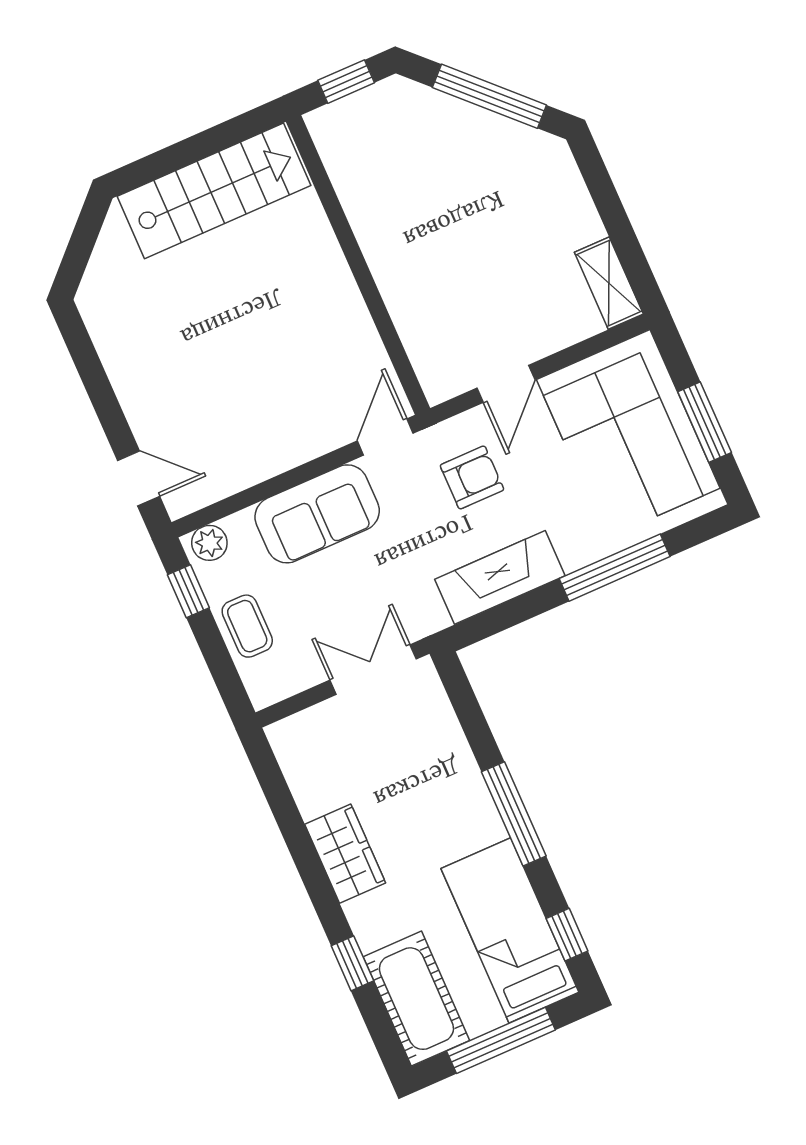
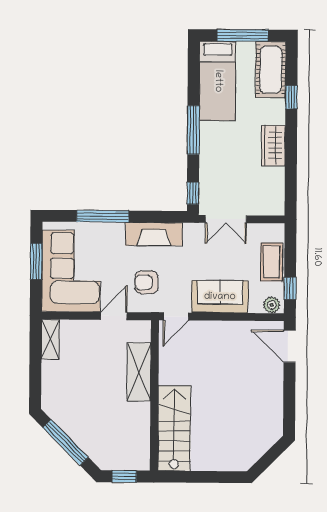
stairs: (214, 191) -> (174, 428), moved, turned 90
shelving: (409, 297) -> (139, 372), added
door: (139, 478) -> (290, 346), width x1.38
coffee table: (247, 626) -> (272, 262), width x1.36, depth x1.30
window: (567, 935) -> (193, 193), moved

